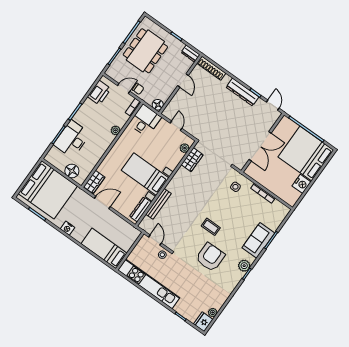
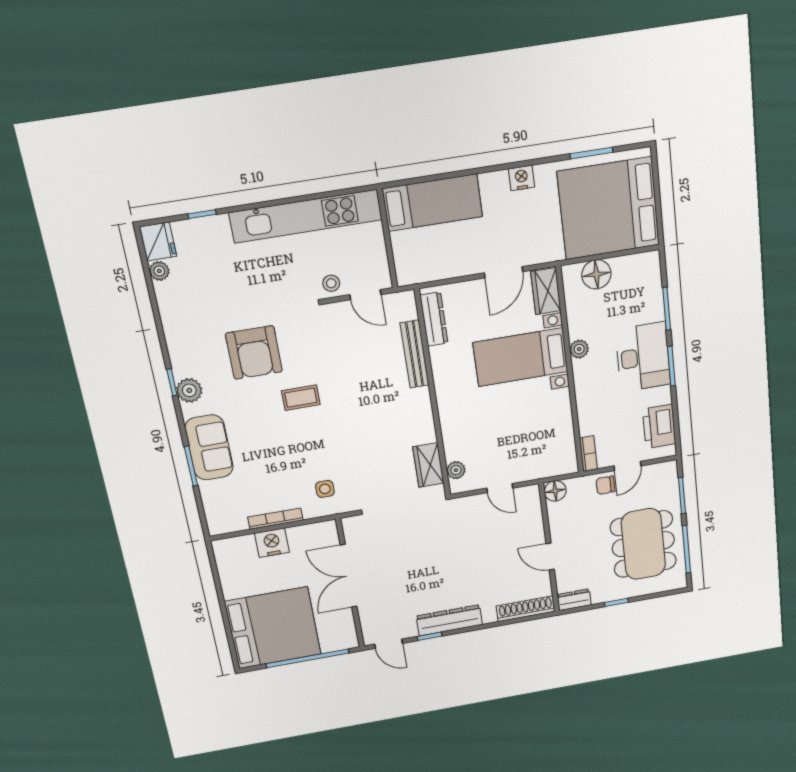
desk: (145, 121) -> (553, 452), removed
plant: (116, 130) -> (579, 349), moved
desk: (72, 139) -> (643, 357), moved
bed with nightstands: (145, 174) -> (521, 357), moved, turned 180
nightstand: (302, 184) -> (272, 543), moved, turned 90

